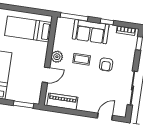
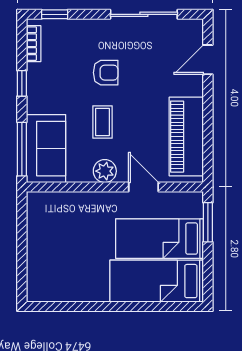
bed: (28, 29) -> (160, 239), moved, turned 90
sofa: (91, 32) -> (46, 149), moved
piano: (62, 101) -> (186, 137), width x1.37, depth x1.33
door: (105, 117) -> (208, 60), hinge flipped

